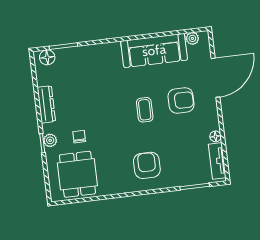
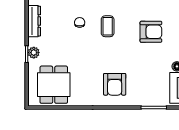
coffee table: (145, 110) -> (108, 26), moved
chair: (79, 137) -> (80, 22), moved
armchair: (147, 165) -> (115, 84), turned 180

